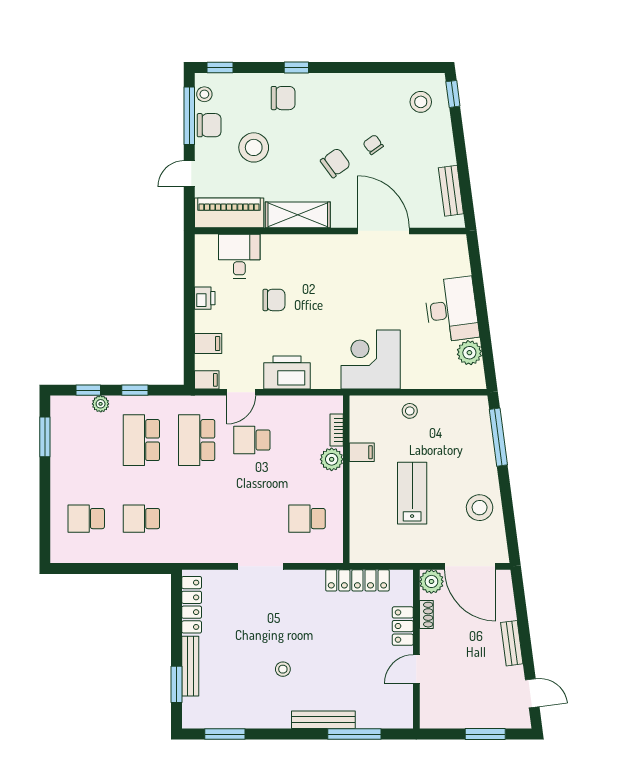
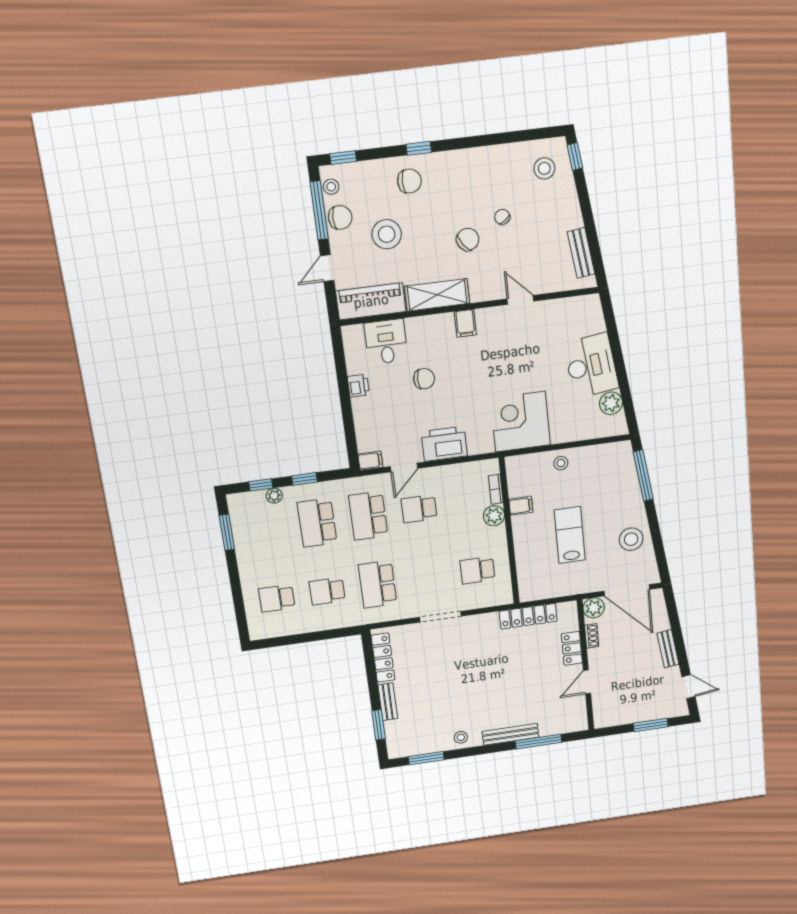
door: (383, 231) -> (520, 300), width x0.53
filing cabinet: (208, 343) -> (465, 323), moved, turned 90
school desk: (197, 519) -> (378, 584), added
bench: (190, 666) -> (388, 702), width x0.73
stool: (283, 669) -> (461, 737), moved

